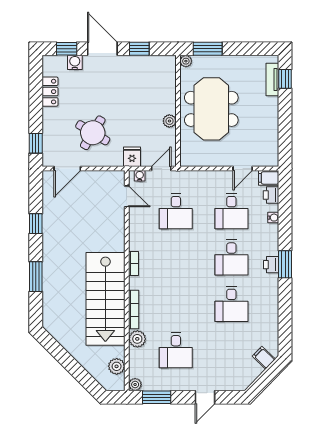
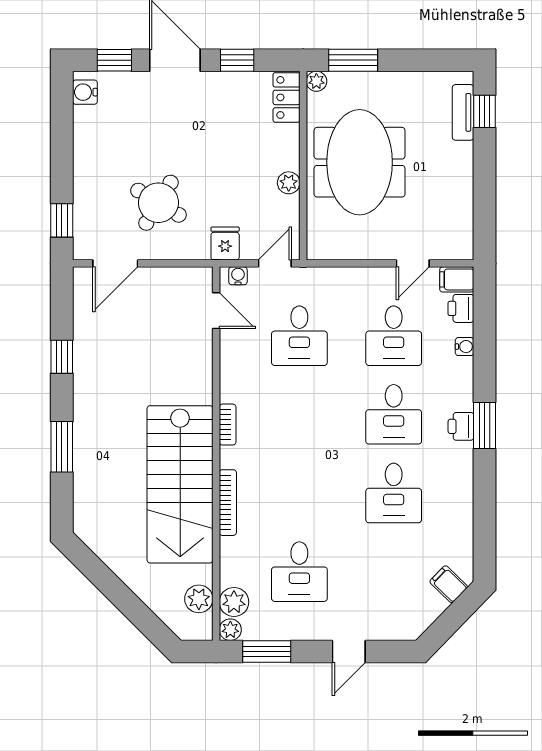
water cooler: (75, 62) -> (85, 92), moved, turned -90
locker: (50, 92) -> (286, 97), moved, turned 180
plant: (137, 339) -> (234, 602), moved

